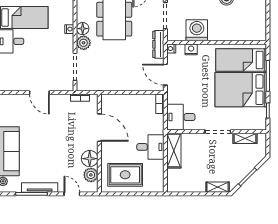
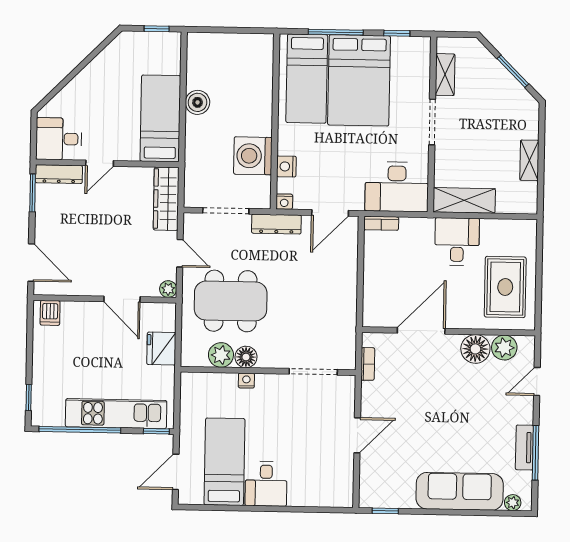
plant: (84, 43) -> (221, 355), moved
desk: (181, 117) -> (397, 187), width x1.37
tv unit: (40, 187) -> (524, 448), width x0.71
shelving: (218, 187) -> (529, 160), moved

